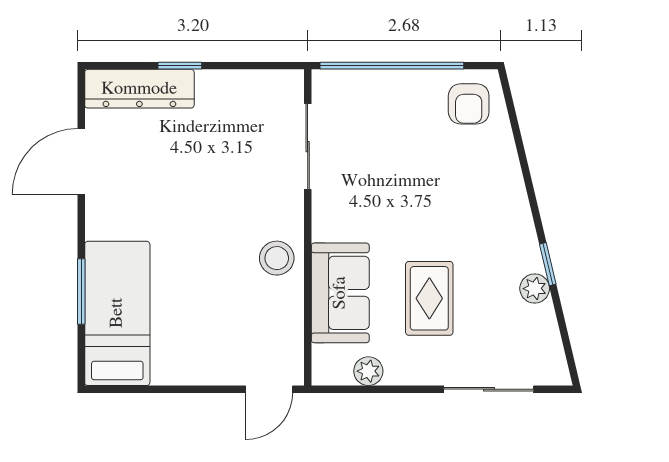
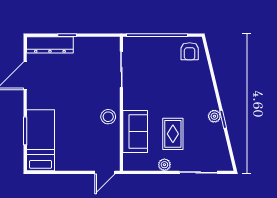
plant: (535, 289) -> (214, 116), moved
plant: (368, 371) -> (164, 165), moved

